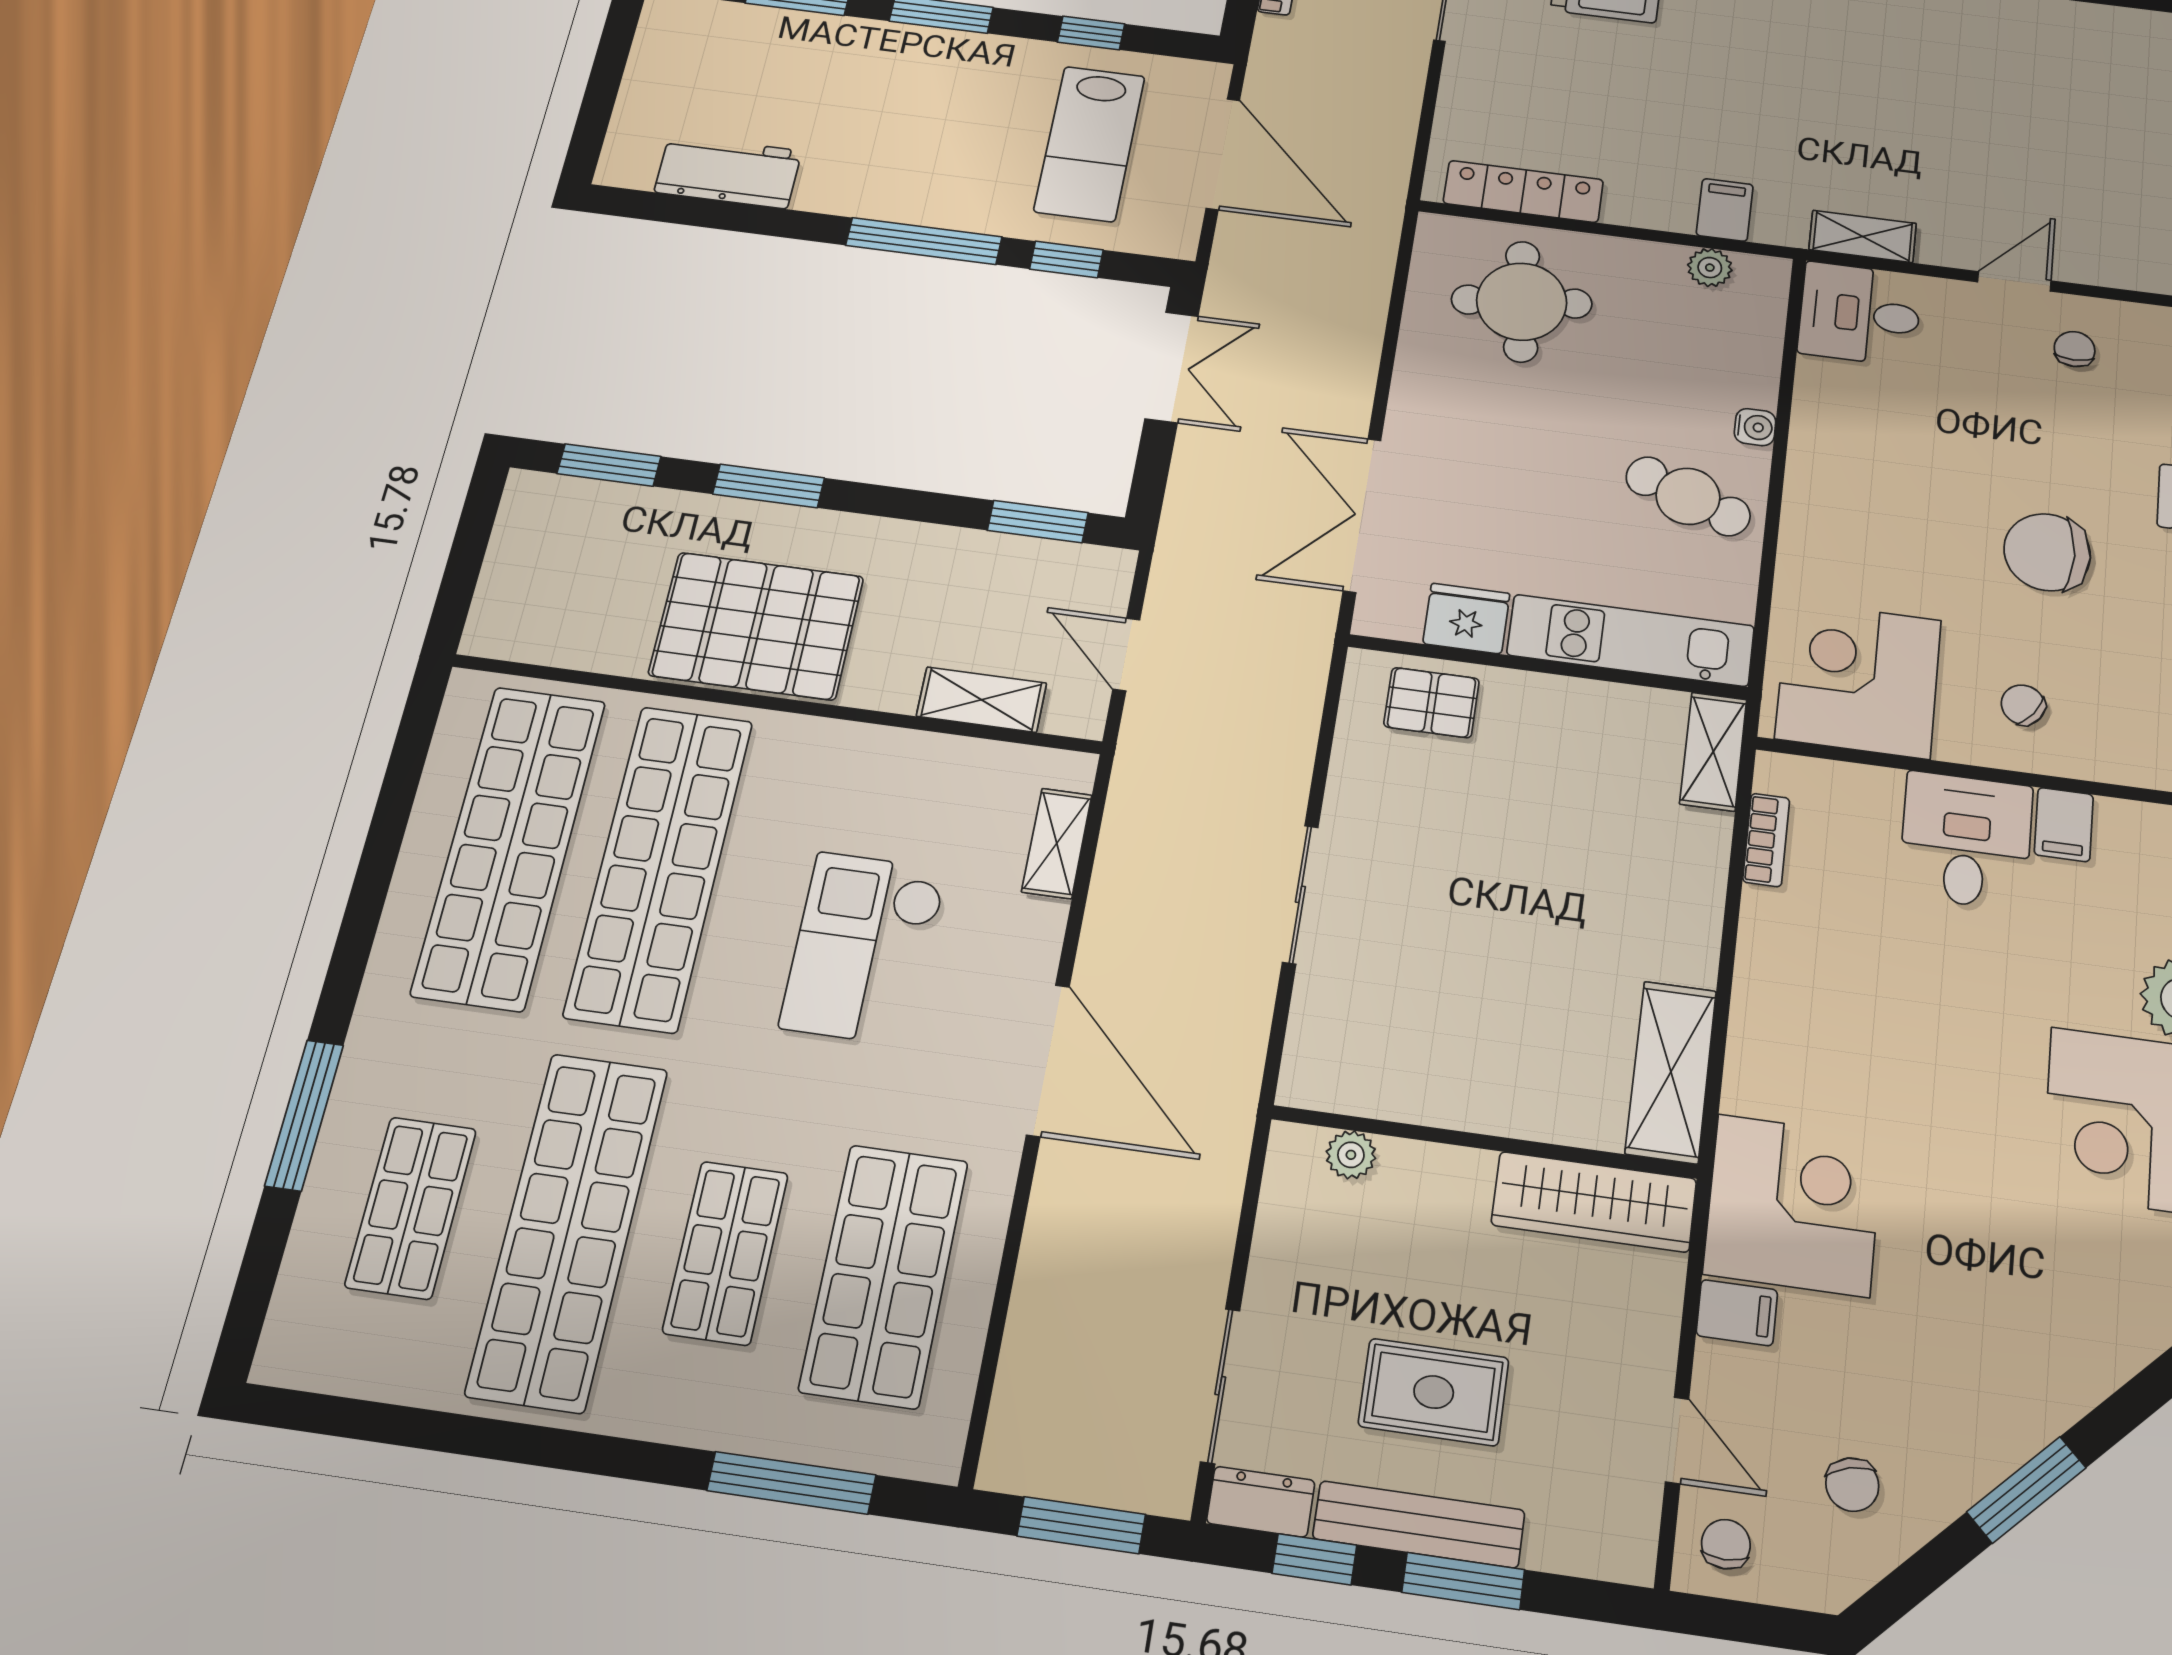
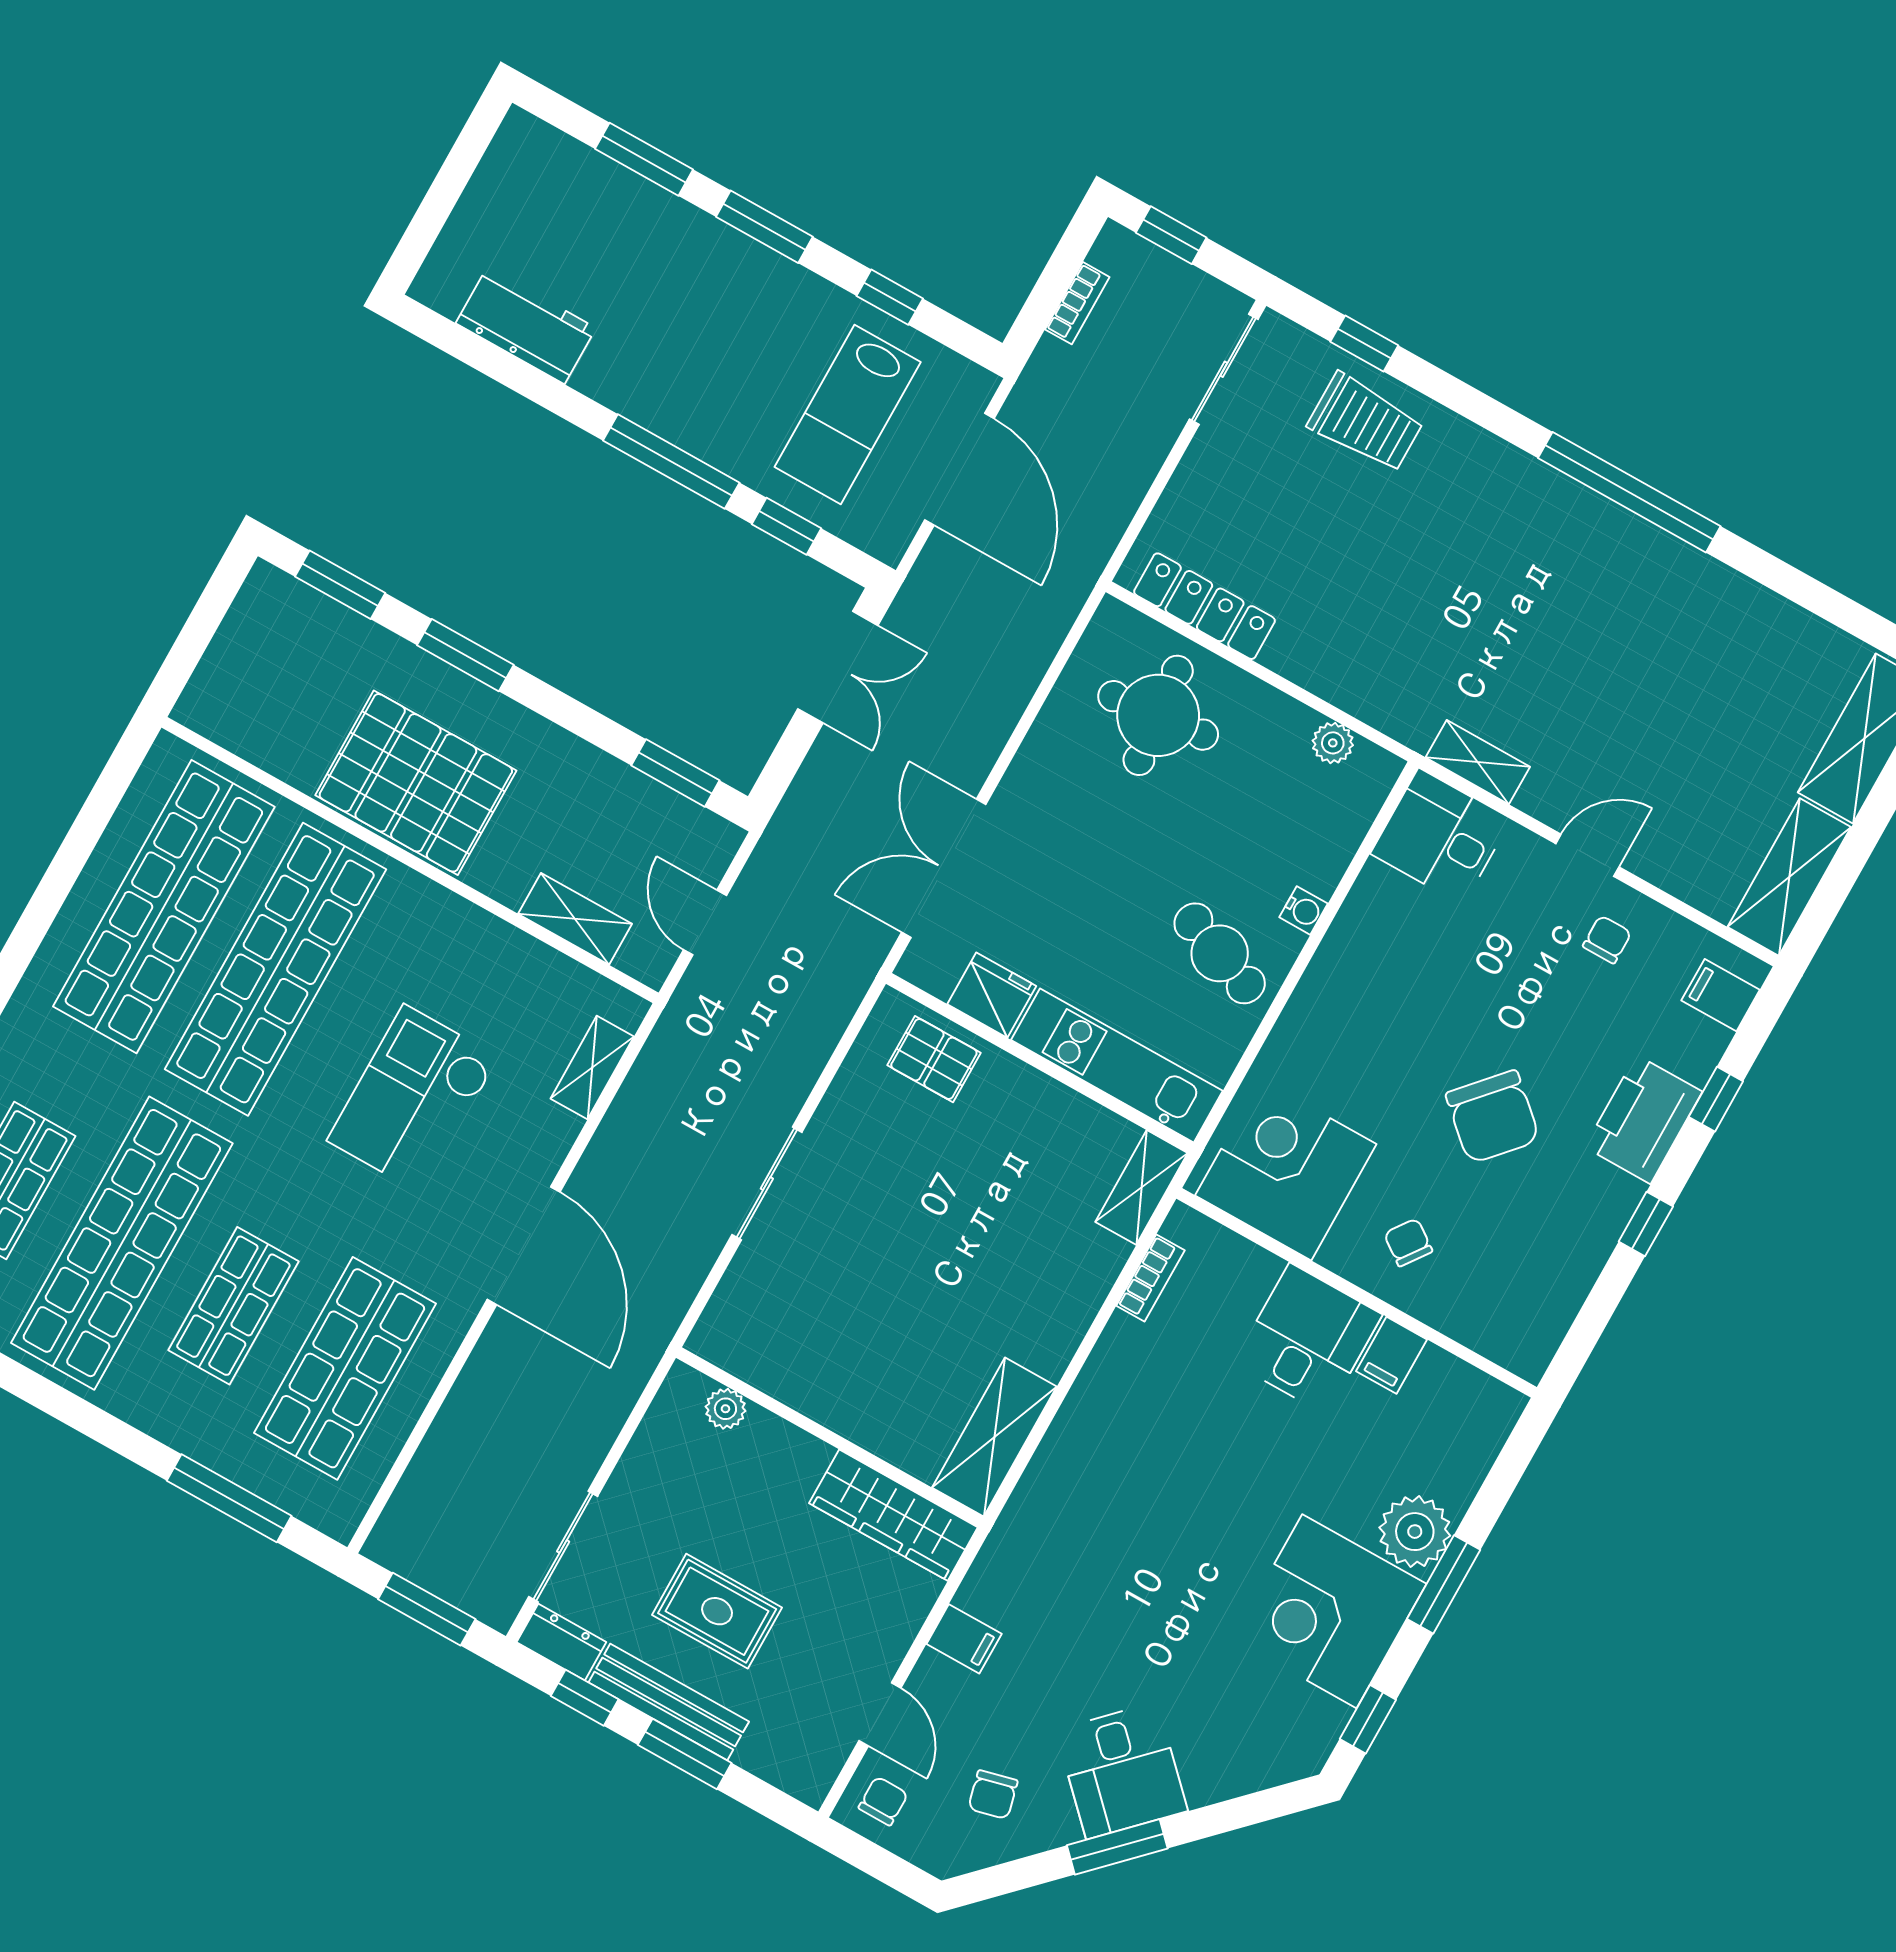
filing cabinet: (1725, 210) -> (1371, 691), removed
chair: (2047, 552) -> (1493, 1117), turned -138
corner desk: (1793, 1205) -> (1042, 1575), removed
desk: (1989, 1396) -> (1122, 1771), added

